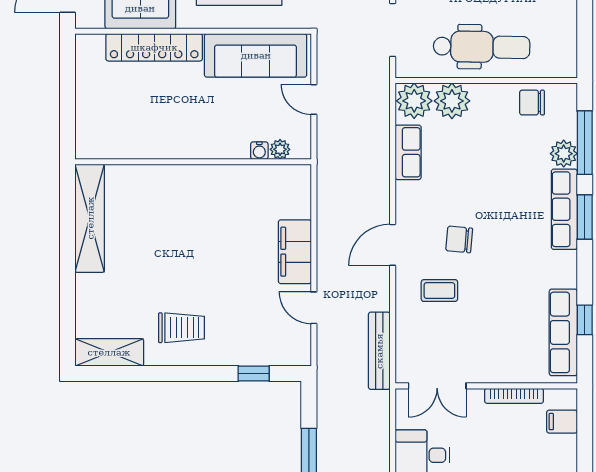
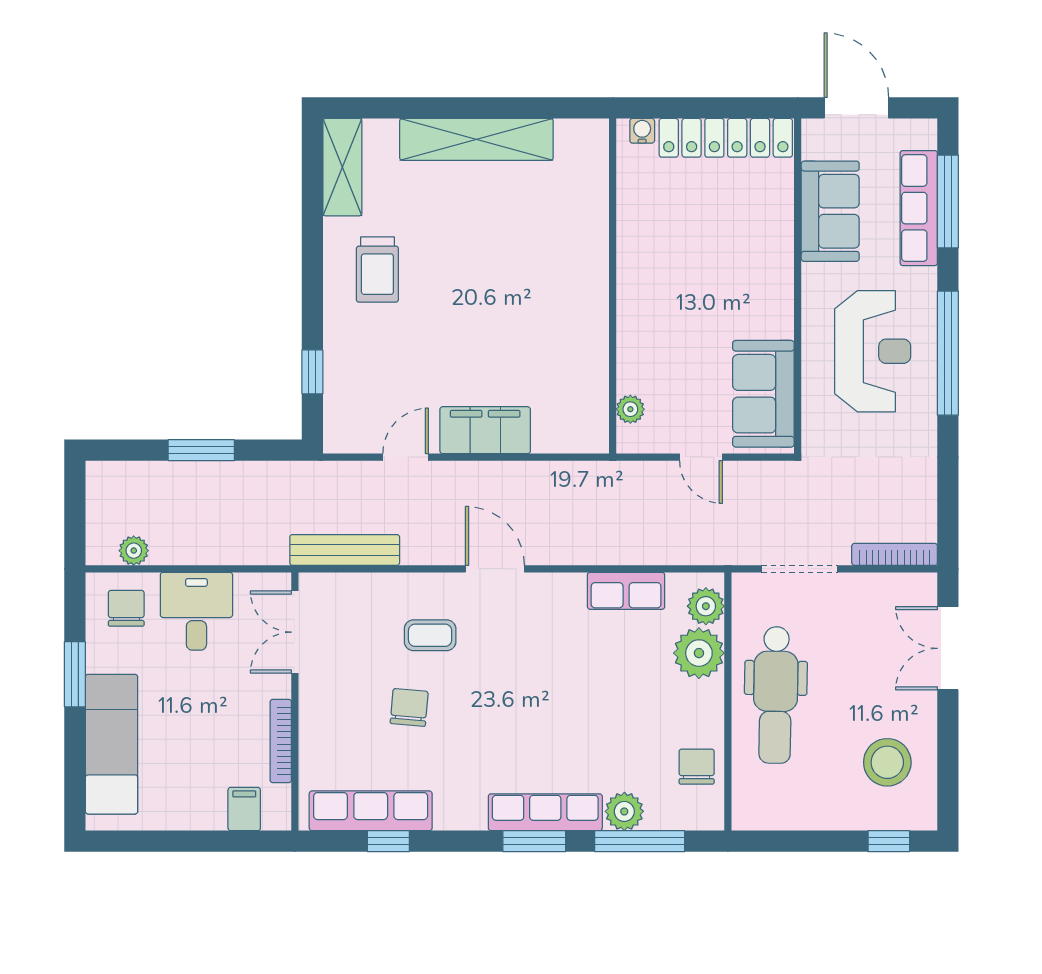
locker: (154, 47) -> (726, 138), moved, turned -90
sofa: (256, 55) -> (763, 394), width x0.73
door: (314, 99) -> (701, 457), swing flipped
plant: (414, 101) -> (706, 606), width x0.73, depth x0.73
water cooler: (259, 151) -> (642, 131), moved, turned 90
shelving: (90, 218) -> (476, 139), moved
chair: (459, 239) -> (409, 707), moved
coffee table: (439, 291) -> (430, 635), turned 90

